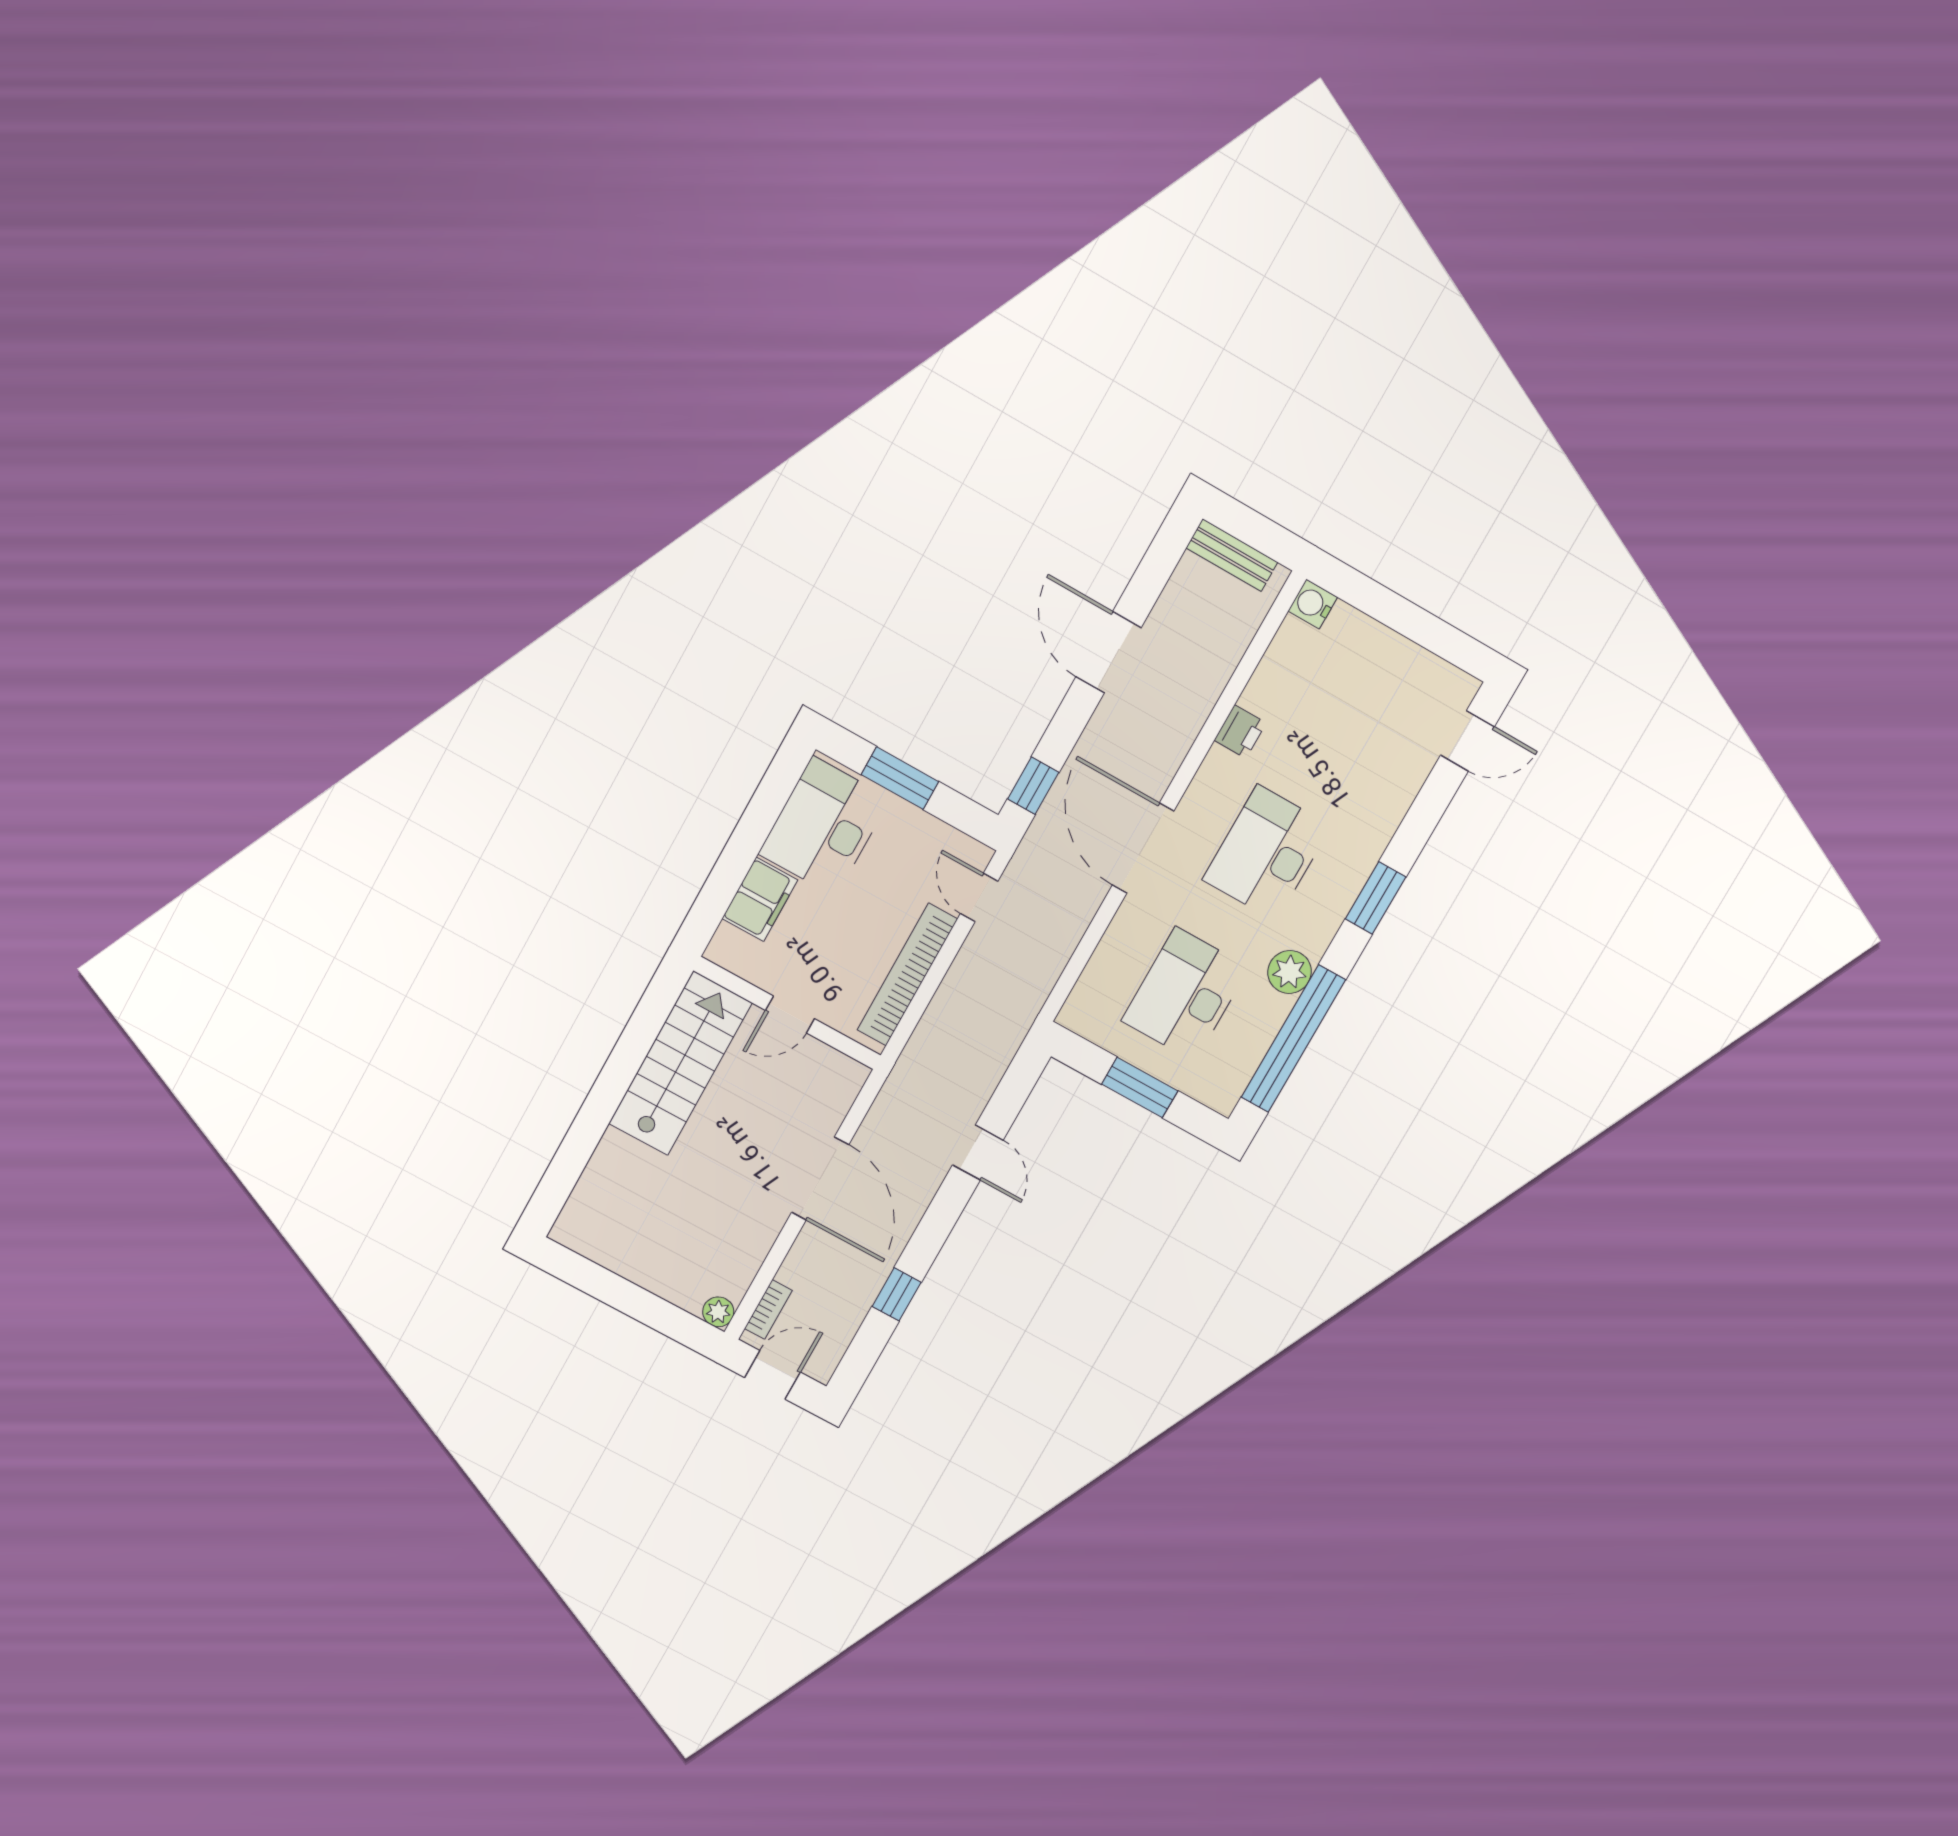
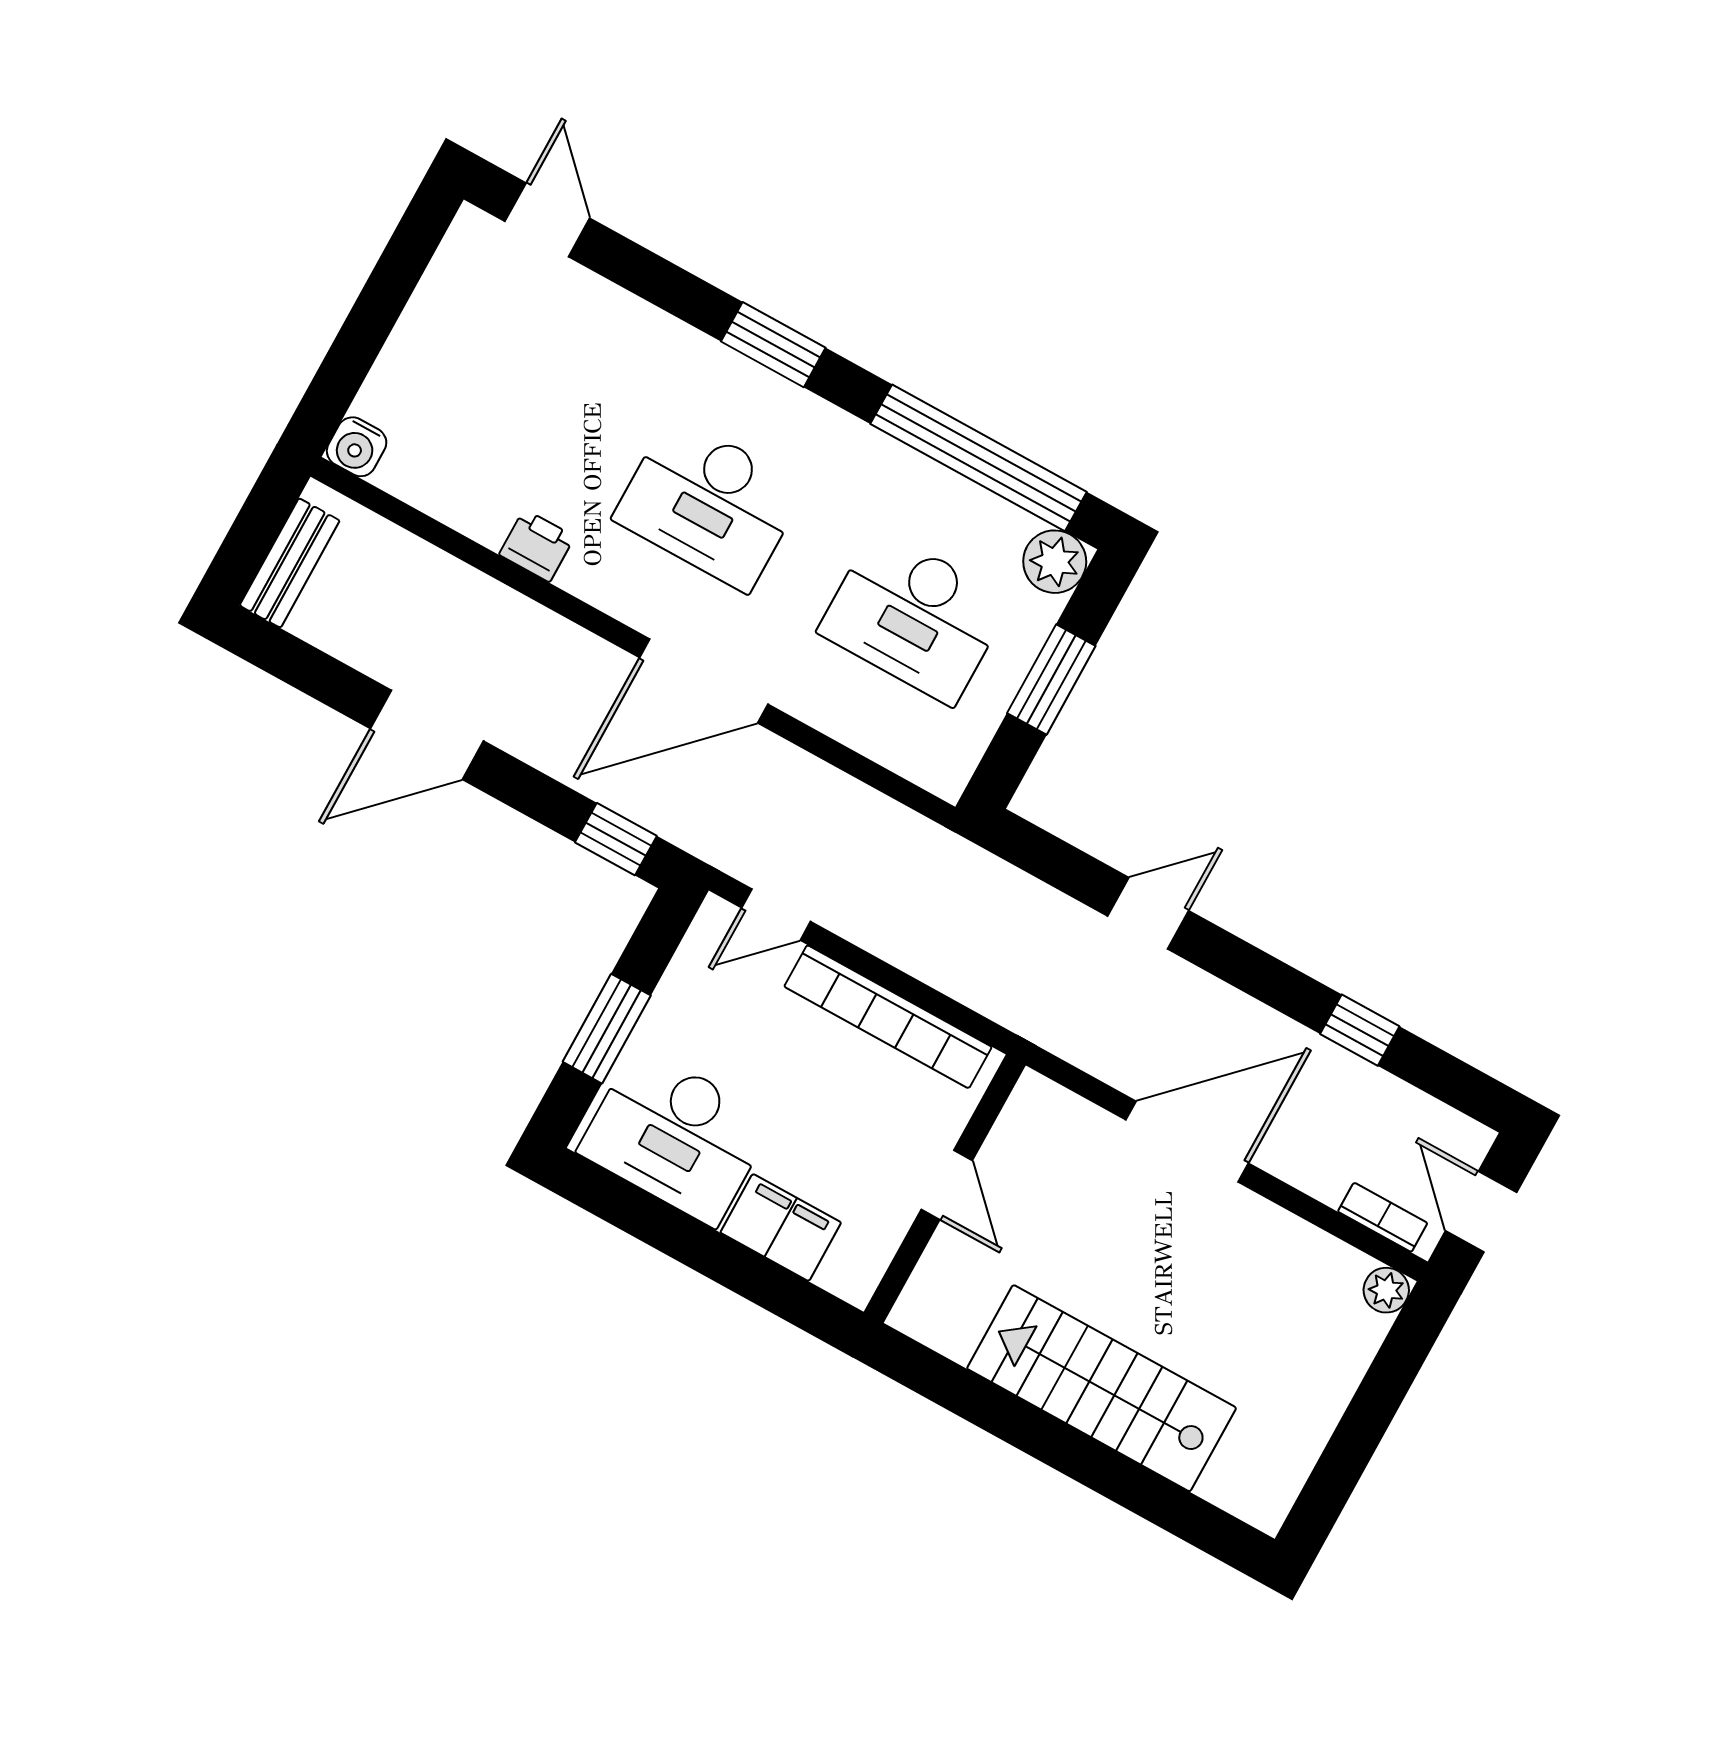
plant: (1290, 972) -> (1055, 562), moved
stairs: (680, 1063) -> (1102, 1388), moved

